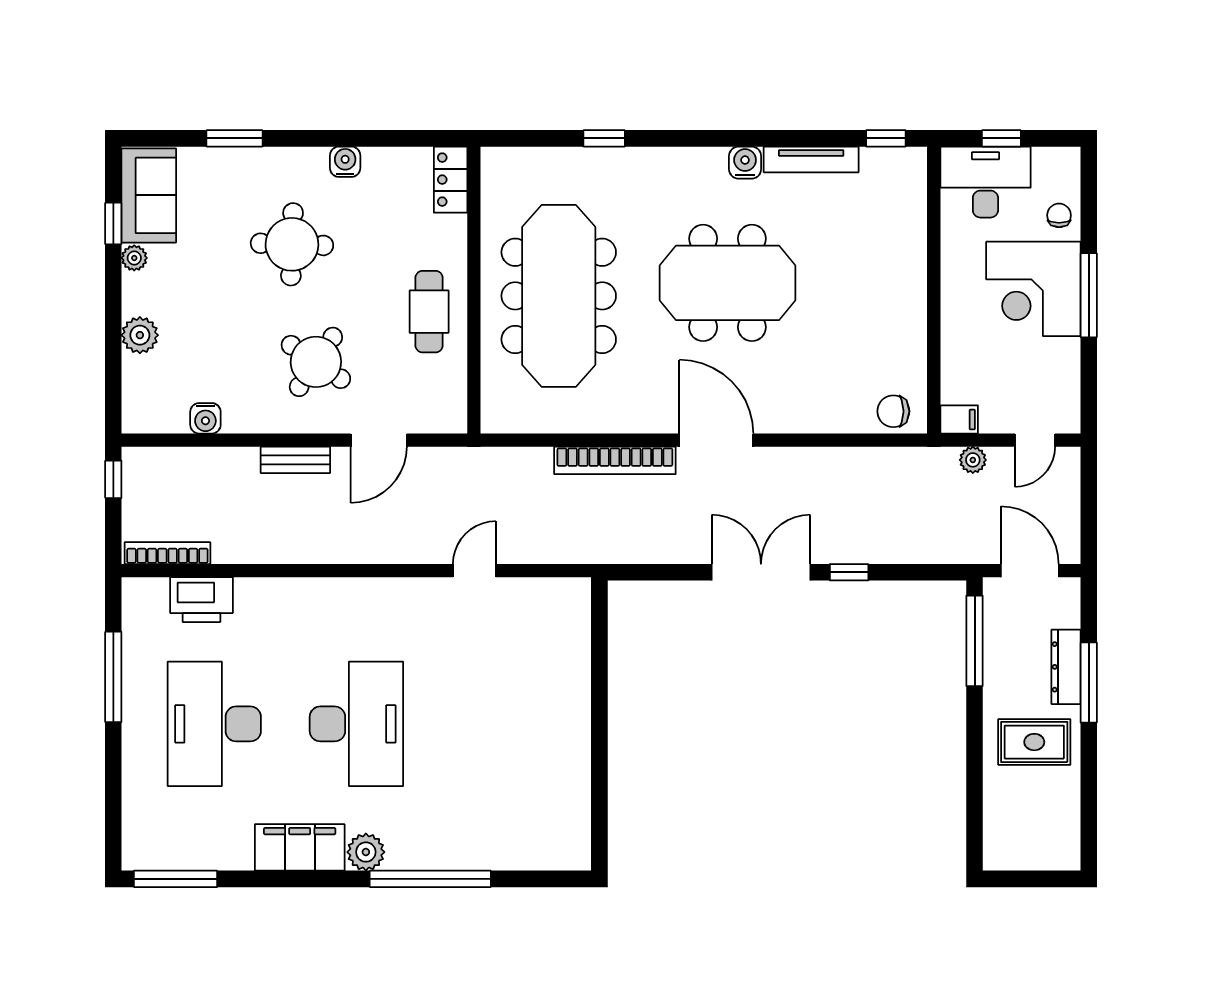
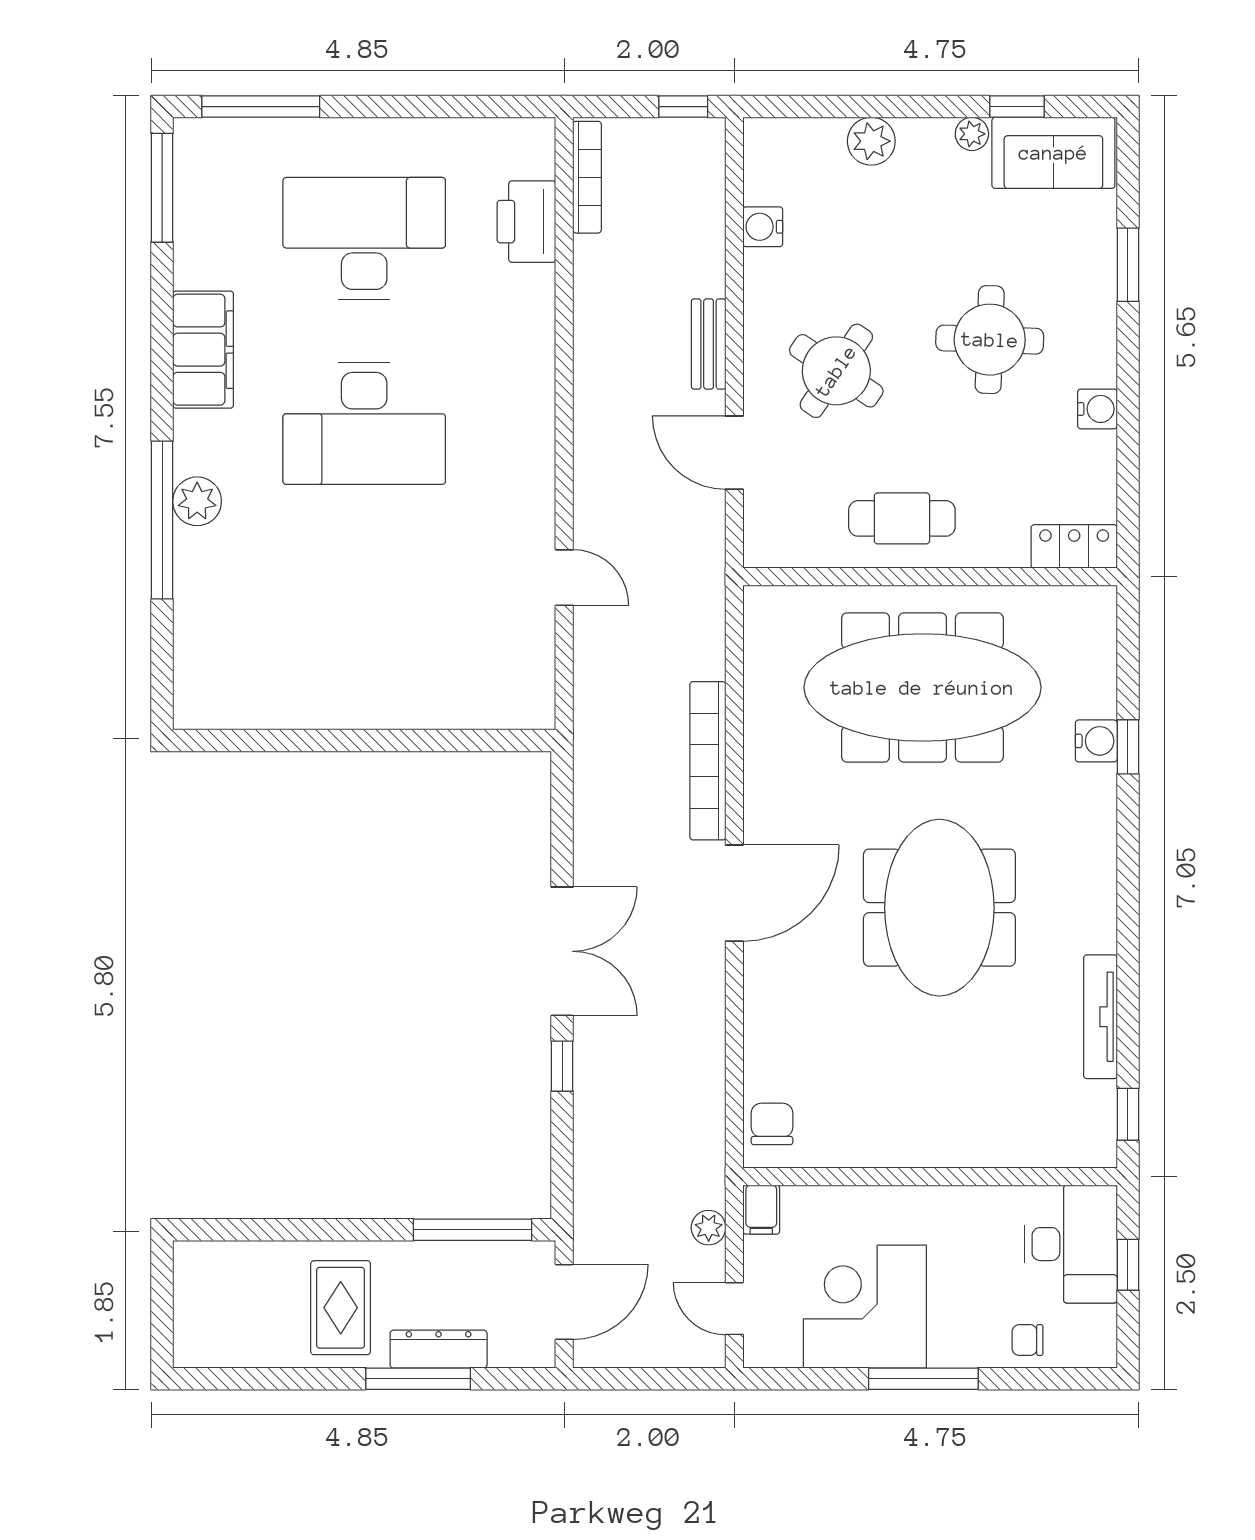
water cooler: (745, 163) -> (1096, 741), moved
chair: (1059, 215) -> (1027, 1340), turned 180
corner desk: (1033, 289) -> (865, 1307), moved
window: (113, 677) -> (261, 107), moved
plant: (366, 852) -> (197, 501), moved

